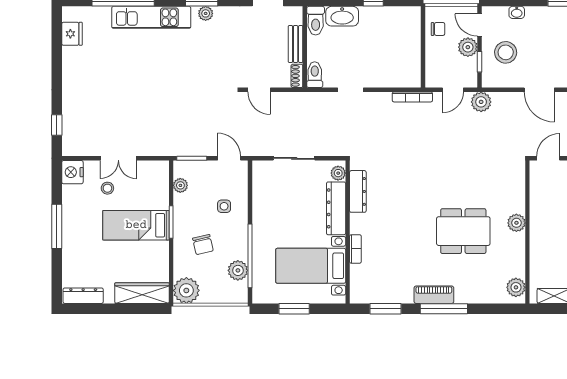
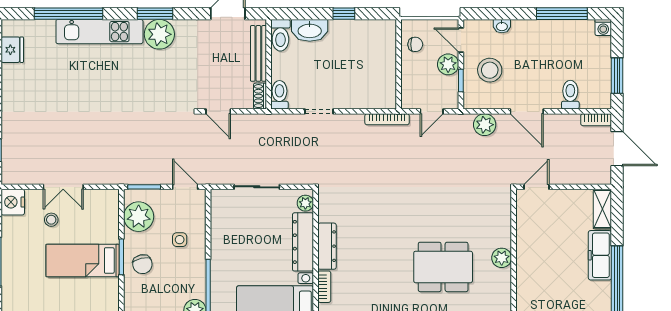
plant: (206, 13) -> (159, 34), width x1.88, depth x1.88
bench: (296, 44) -> (258, 53), width x1.36
plant: (481, 102) -> (485, 125), moved
plant: (180, 185) -> (139, 217), width x1.87, depth x1.87
dresser: (358, 191) -> (327, 246), moved
chair: (203, 245) -> (142, 264), moved

